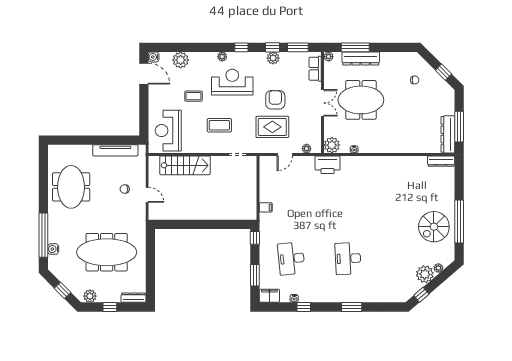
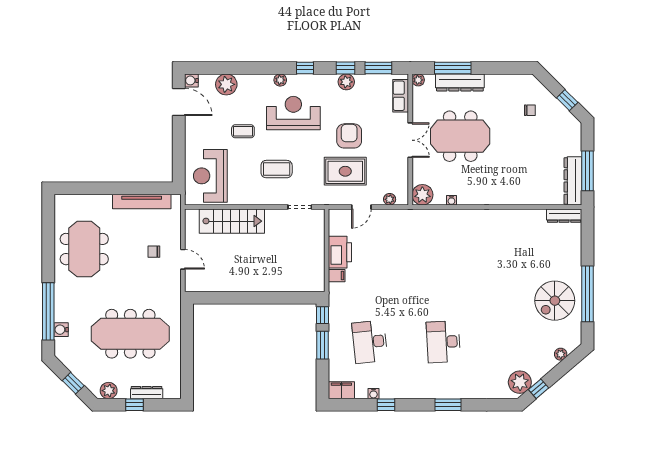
printer: (328, 165) -> (340, 252), moved, turned -90
plant: (425, 274) -> (520, 382), moved
window: (255, 275) -> (323, 345), moved
dresser: (133, 298) -> (147, 393), moved

